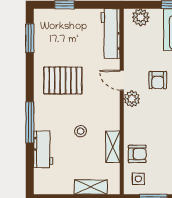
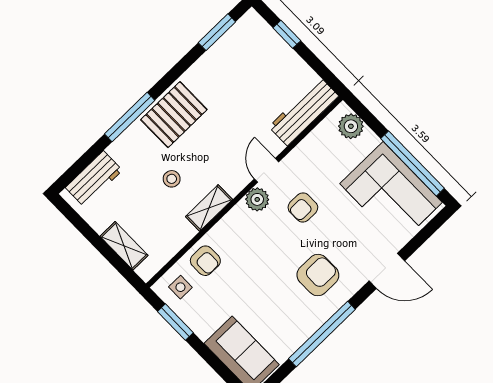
pallet: (63, 80) -> (174, 115), moved, turned 90
shelving: (113, 147) -> (209, 208), moved
workbench: (43, 149) -> (94, 179), moved

